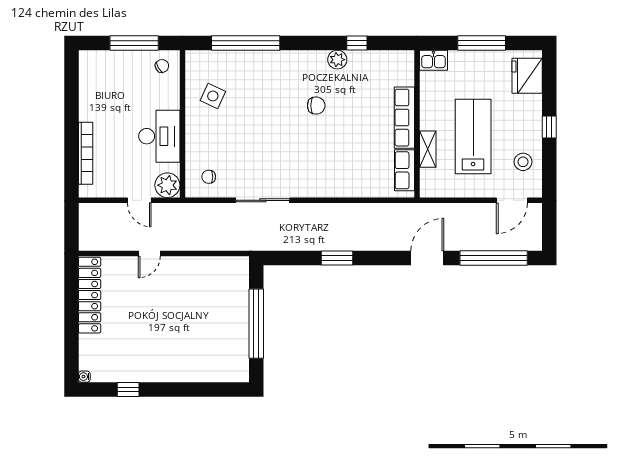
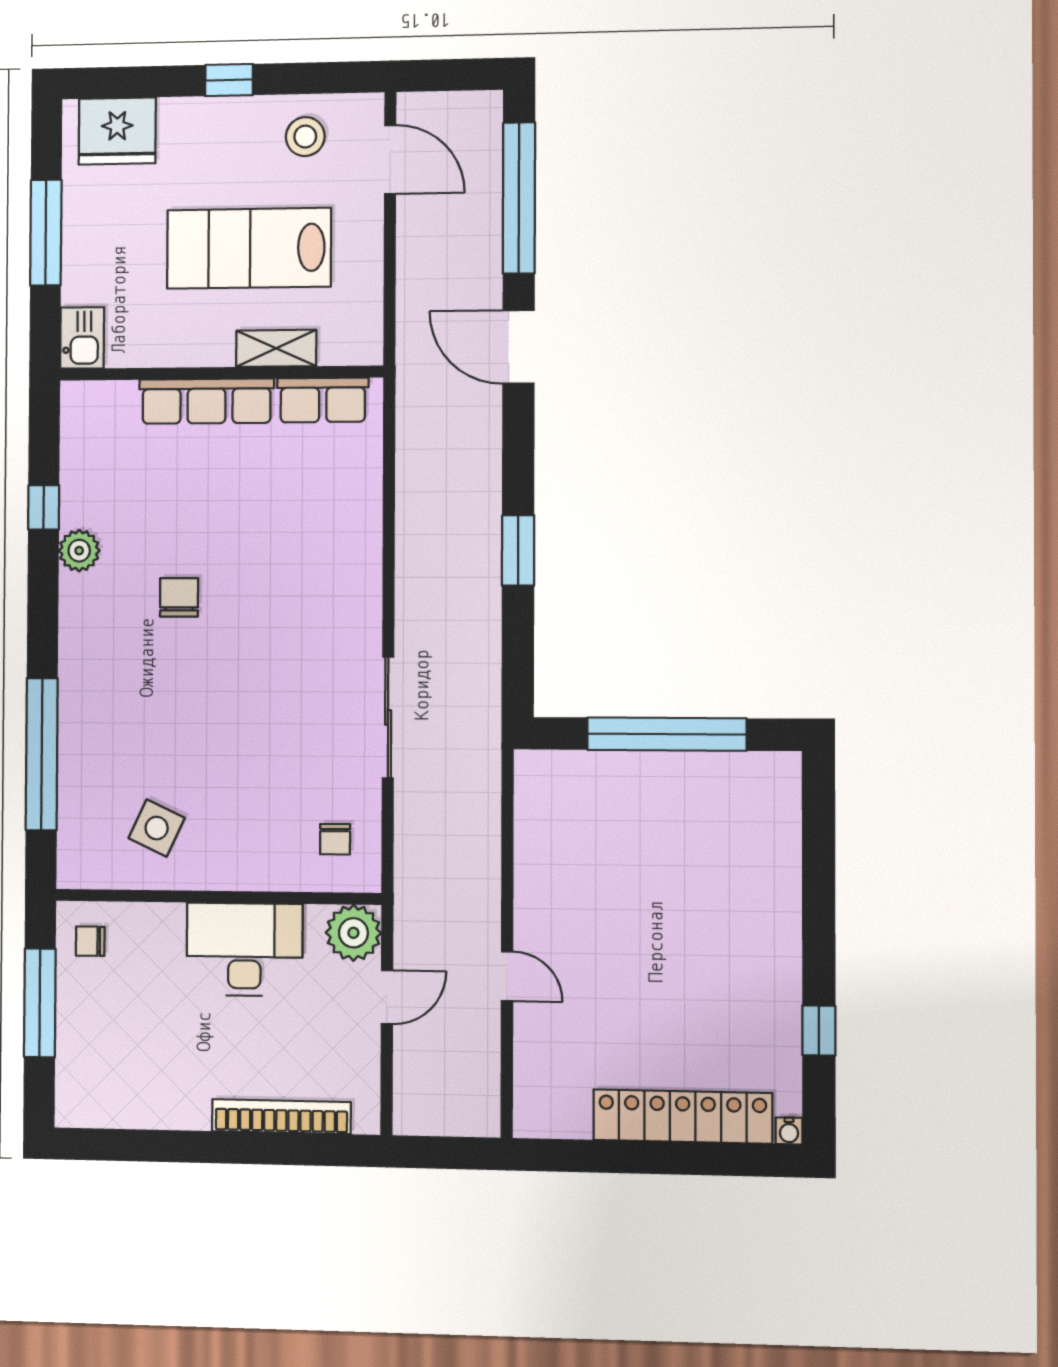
chair: (162, 66) -> (90, 941), turned -60
locker: (90, 295) -> (683, 1116), moved

